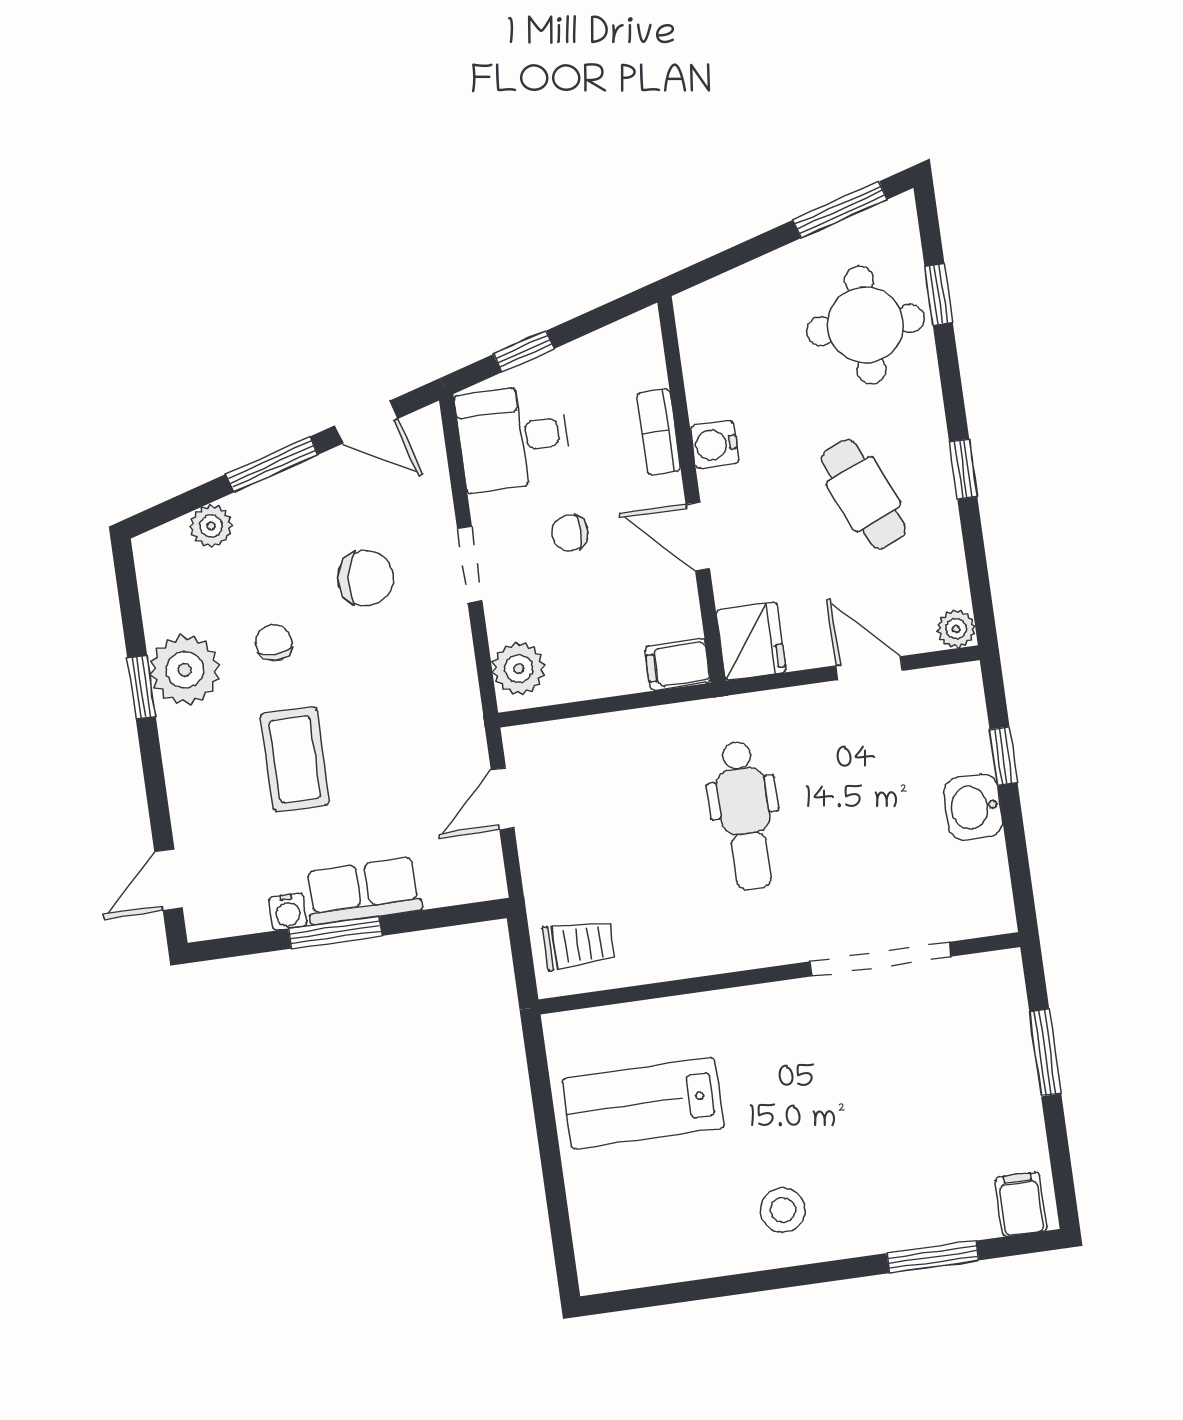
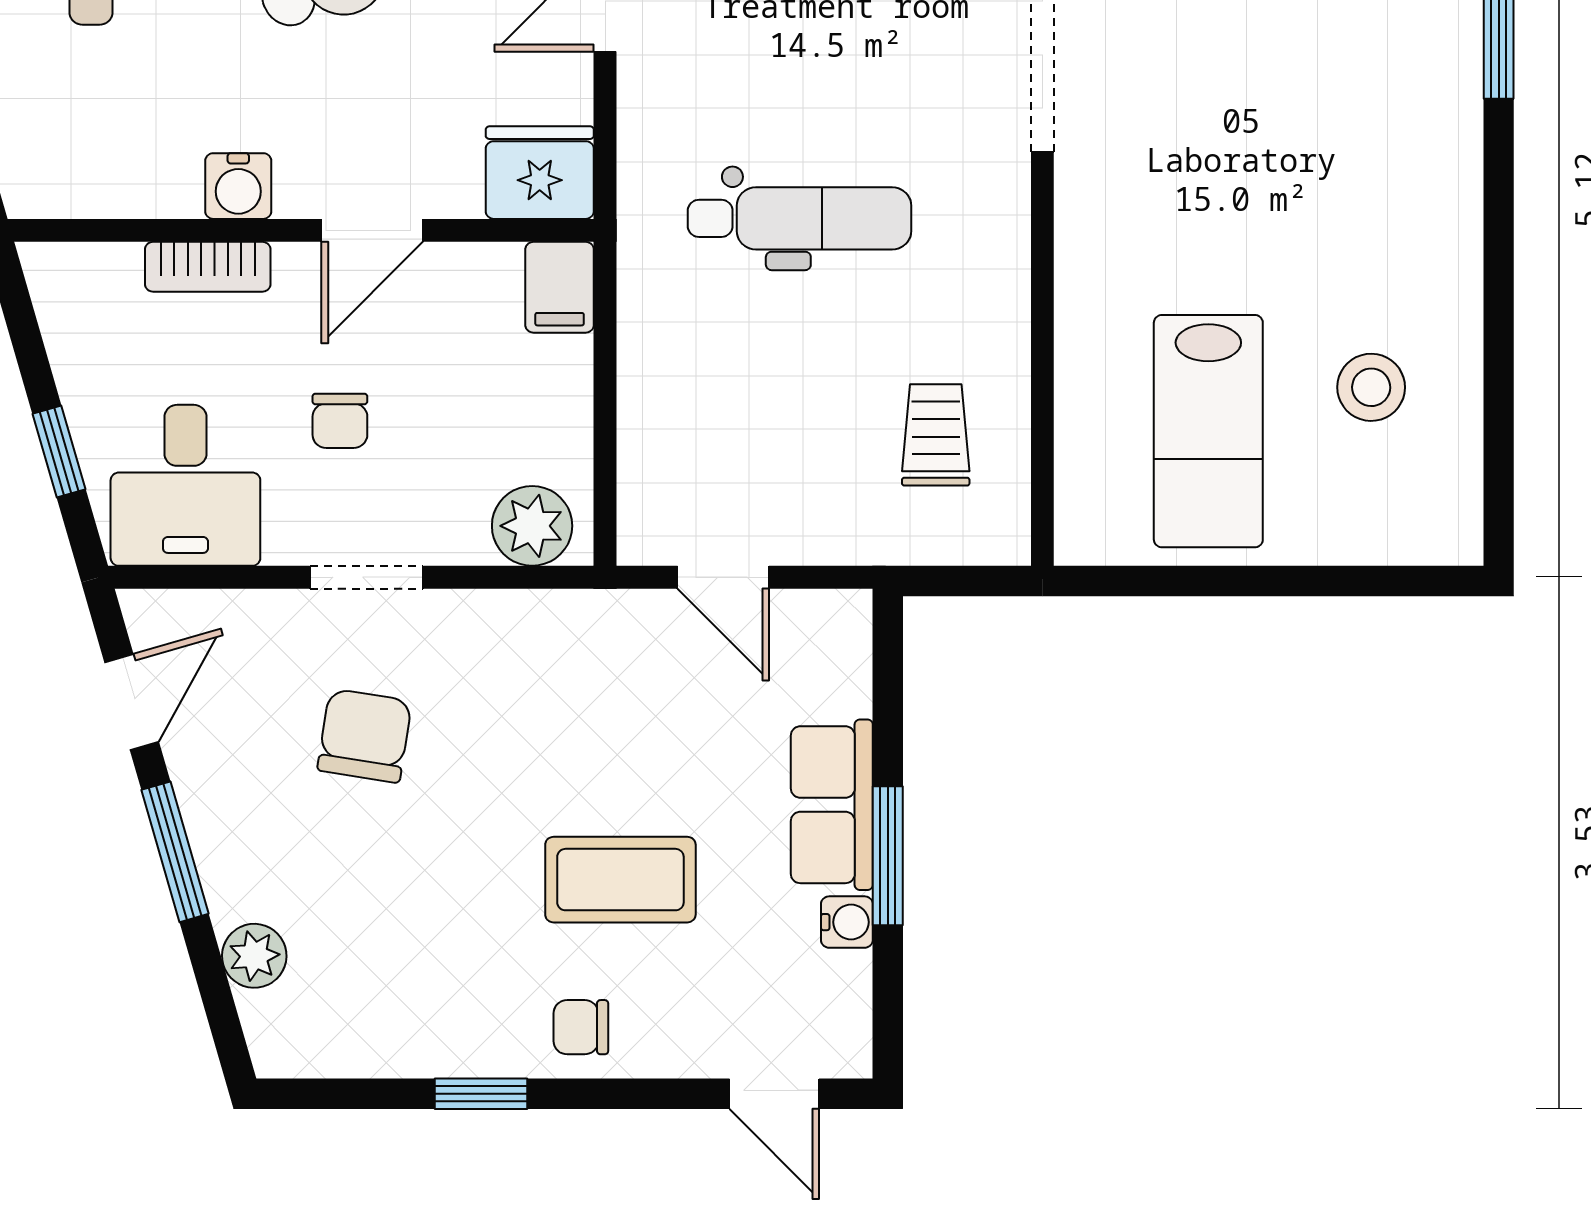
chair: (274, 643) -> (581, 1027), moved
plant: (185, 670) -> (464, 1025), removed
trolley: (579, 945) -> (936, 435), moved
stool: (783, 1210) -> (1371, 387), moved

